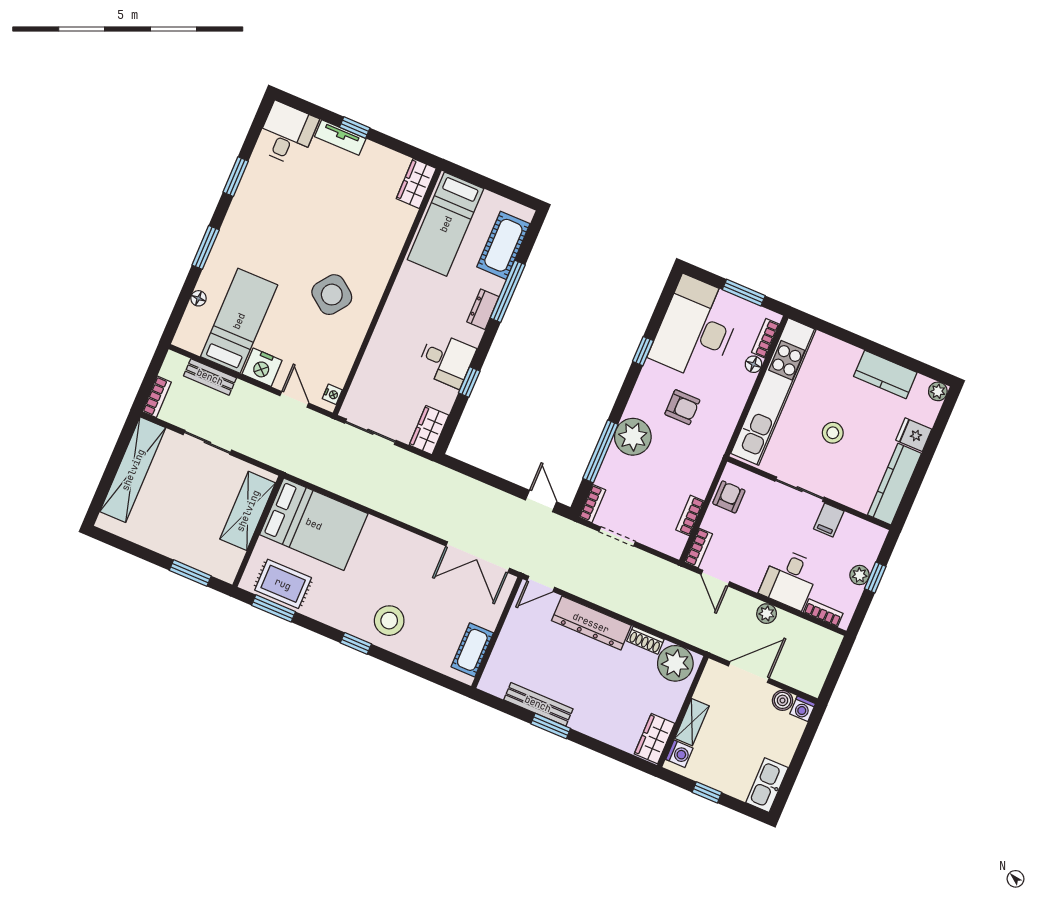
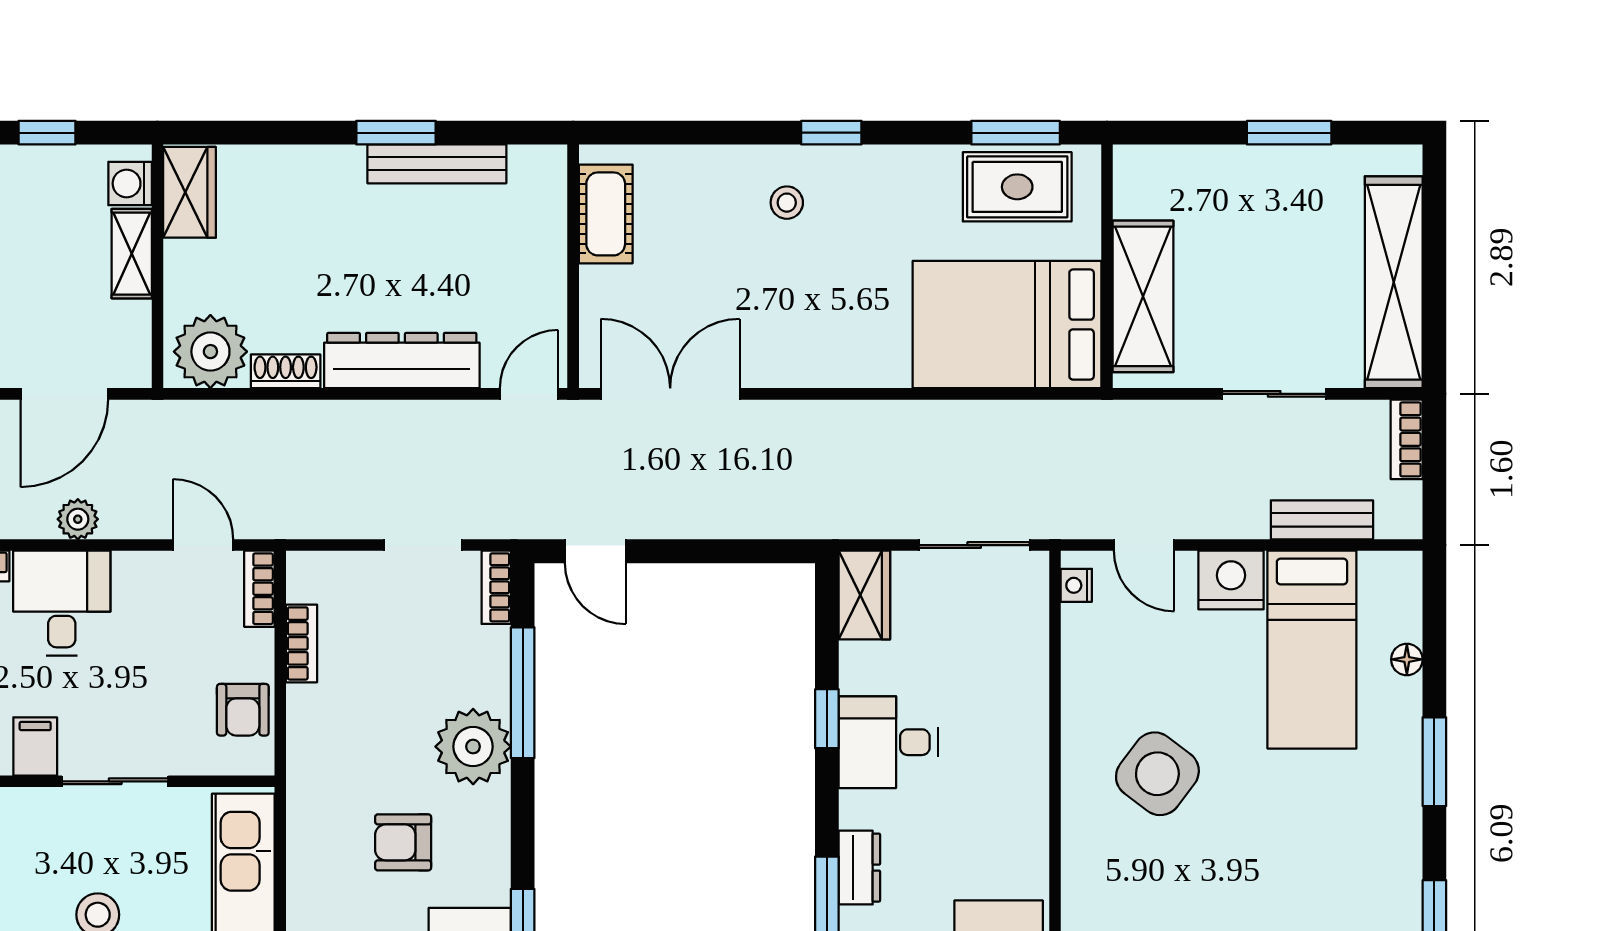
window: (190, 573) -> (1289, 133), moved
stool: (389, 621) -> (787, 203), width x0.53, depth x0.53

